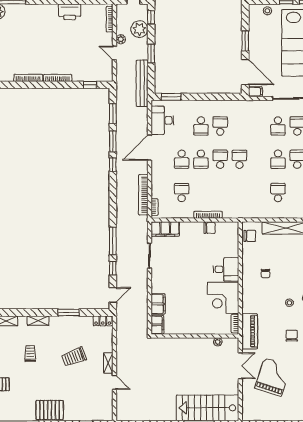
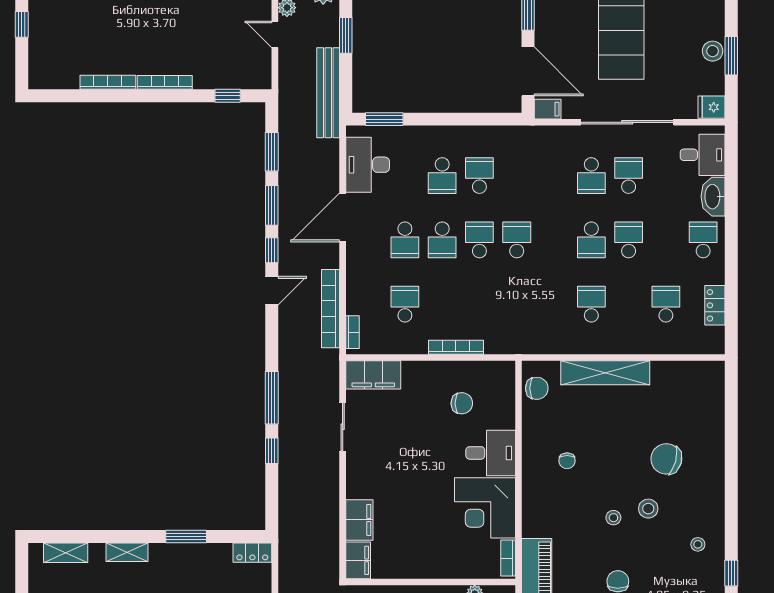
chair: (210, 228) -> (462, 403), moved
door: (113, 295) -> (272, 291), moved

